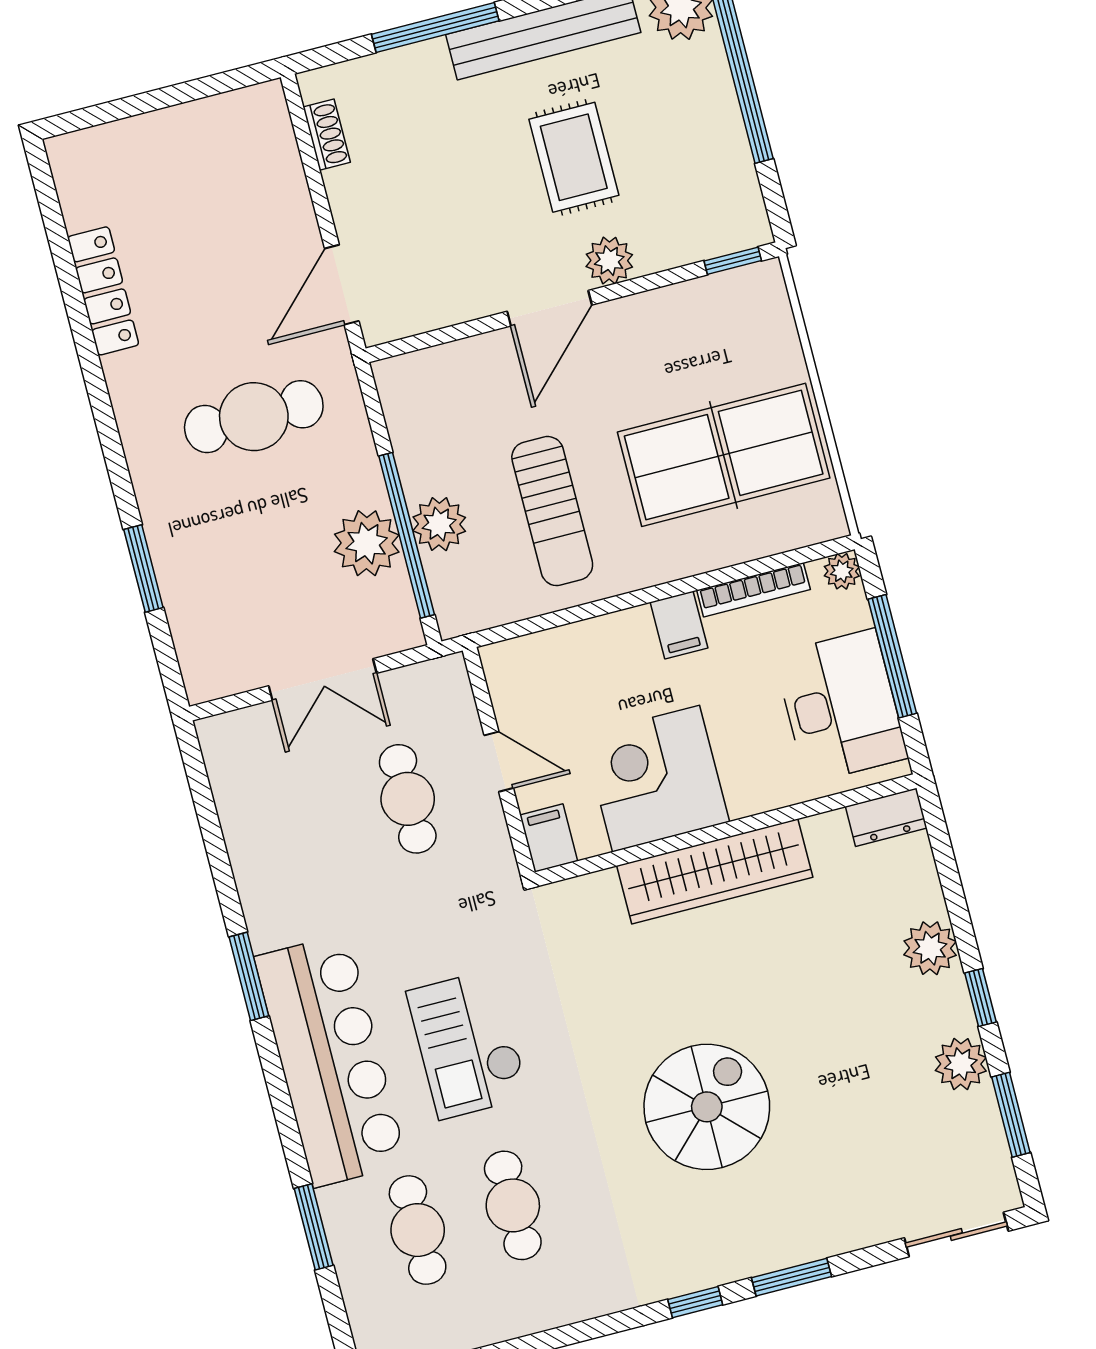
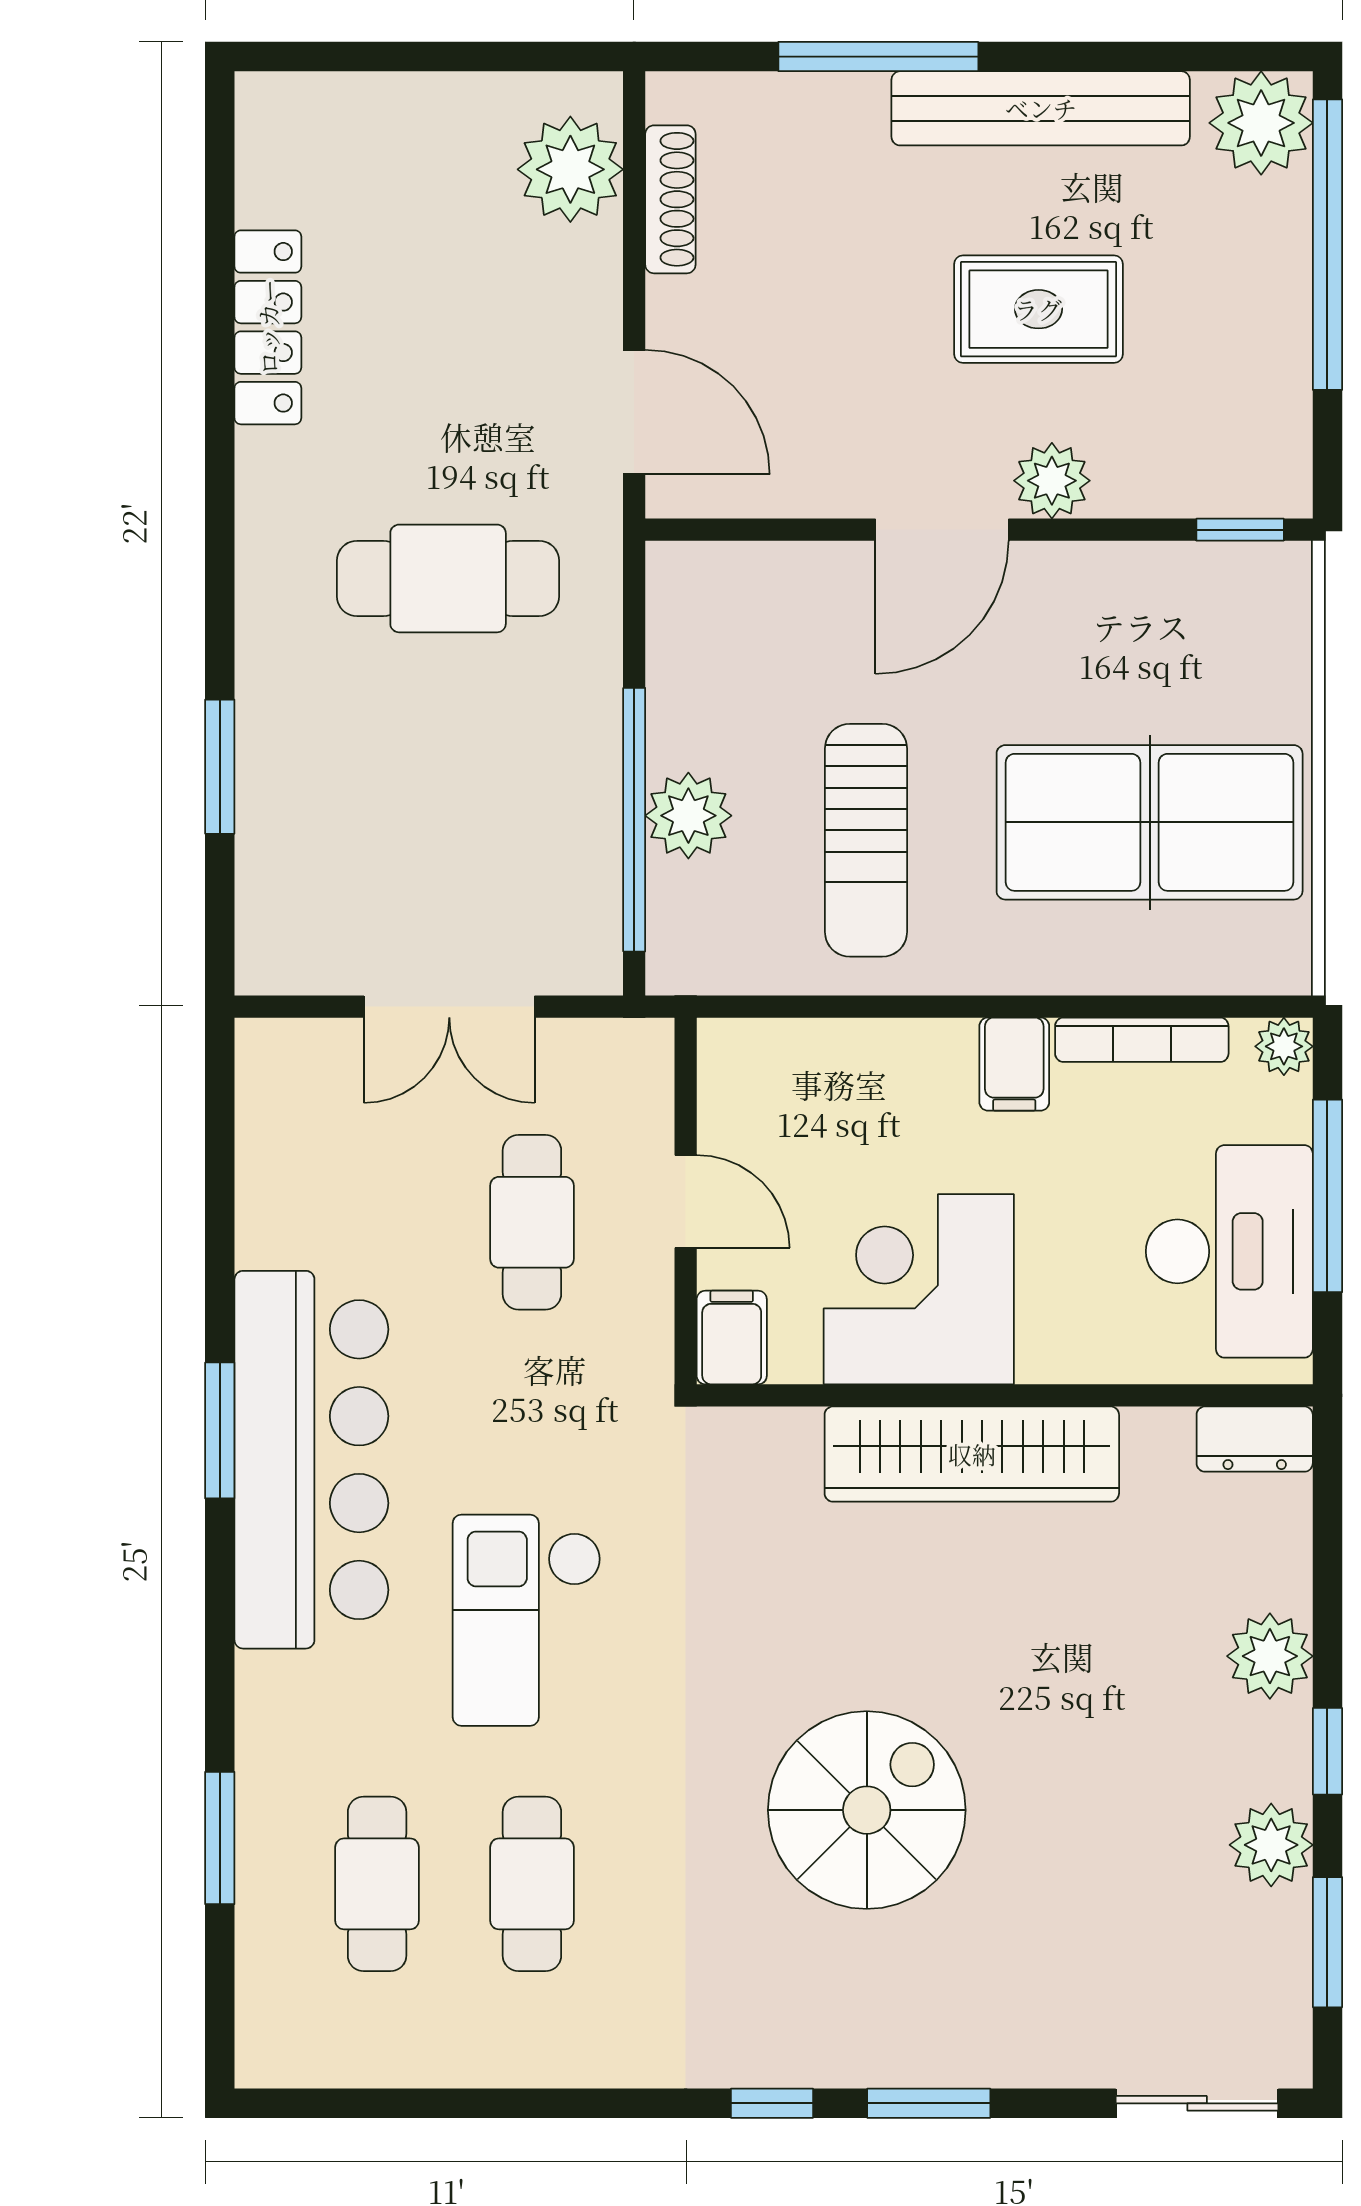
shoe rack: (327, 135) -> (670, 199), width x1.43
rug: (574, 157) -> (1038, 309), turned 90
door: (342, 285) -> (634, 412), swing flipped
plant: (367, 543) -> (570, 169), moved
bar counter: (331, 1060) -> (311, 1460), moved

